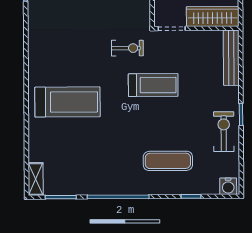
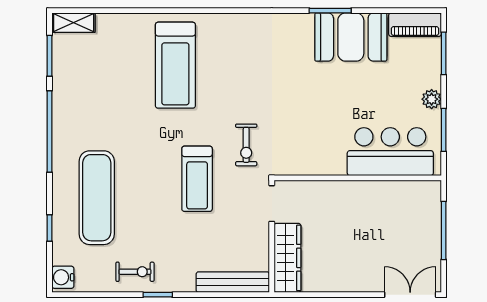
exercise bike: (224, 132) -> (135, 272), width x0.73, depth x0.72
exercise mat: (168, 161) -> (97, 198), width x1.36, depth x1.45

